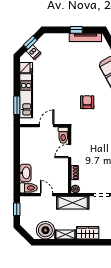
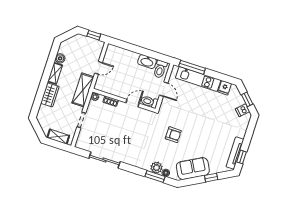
window: (76, 30) -> (241, 157), moved
dishwasher: (34, 52) -> (242, 110), moved
window: (17, 105) -> (192, 67), width x1.44
door: (70, 151) -> (133, 103), hinge flipped
washbasin: (25, 173) -> (147, 62), moved
toilet: (28, 188) -> (160, 69), moved
boiler: (45, 230) -> (60, 58), width x0.54, depth x0.54

